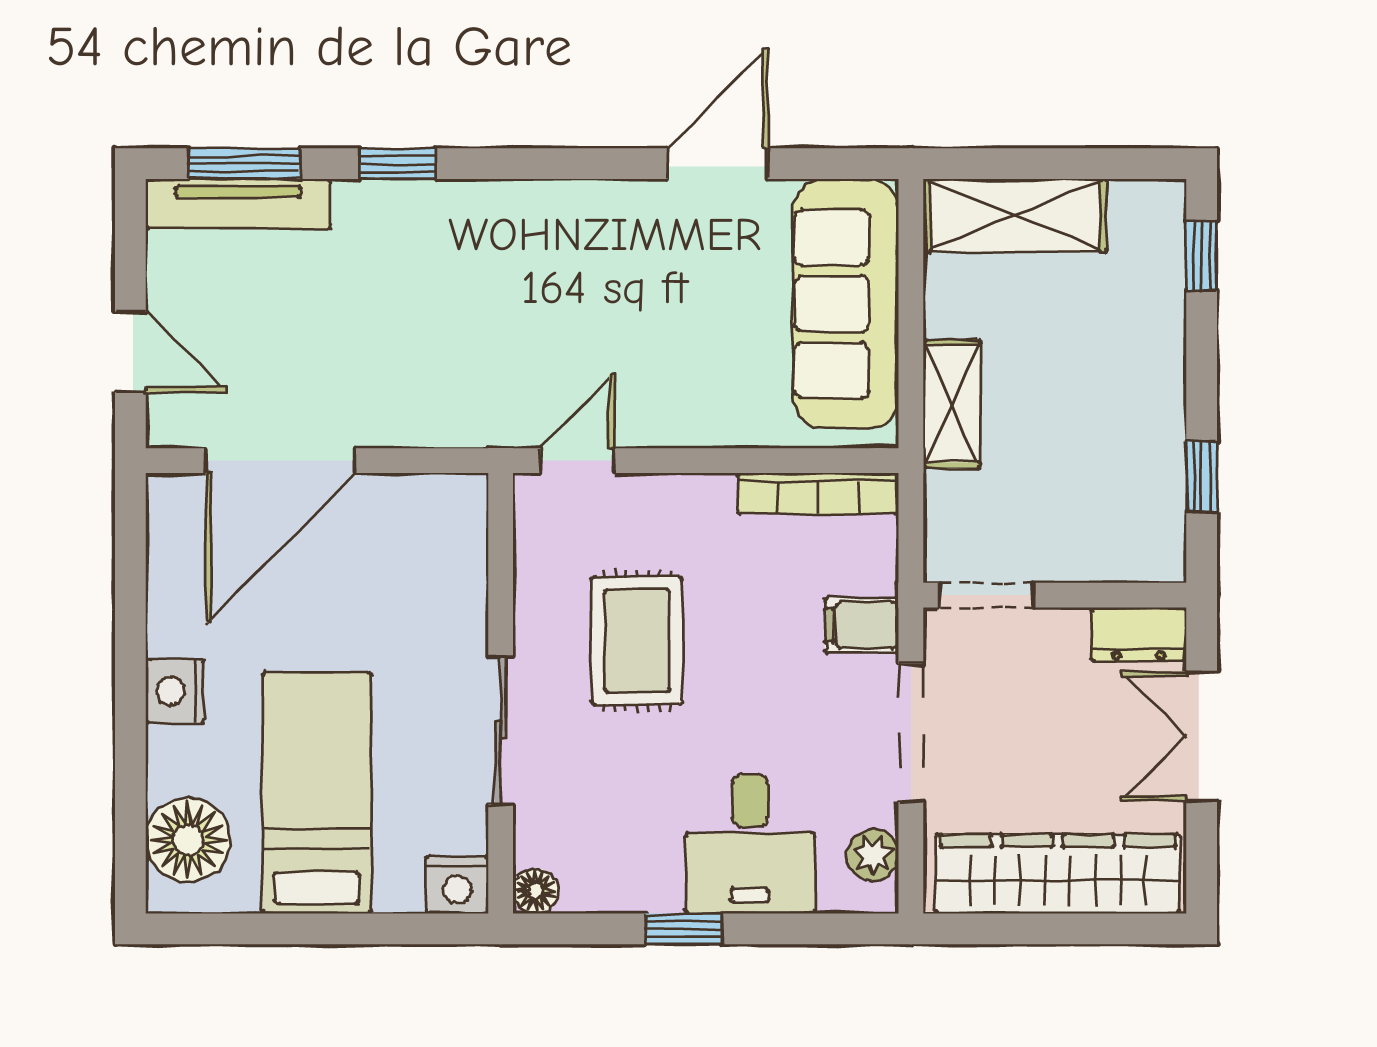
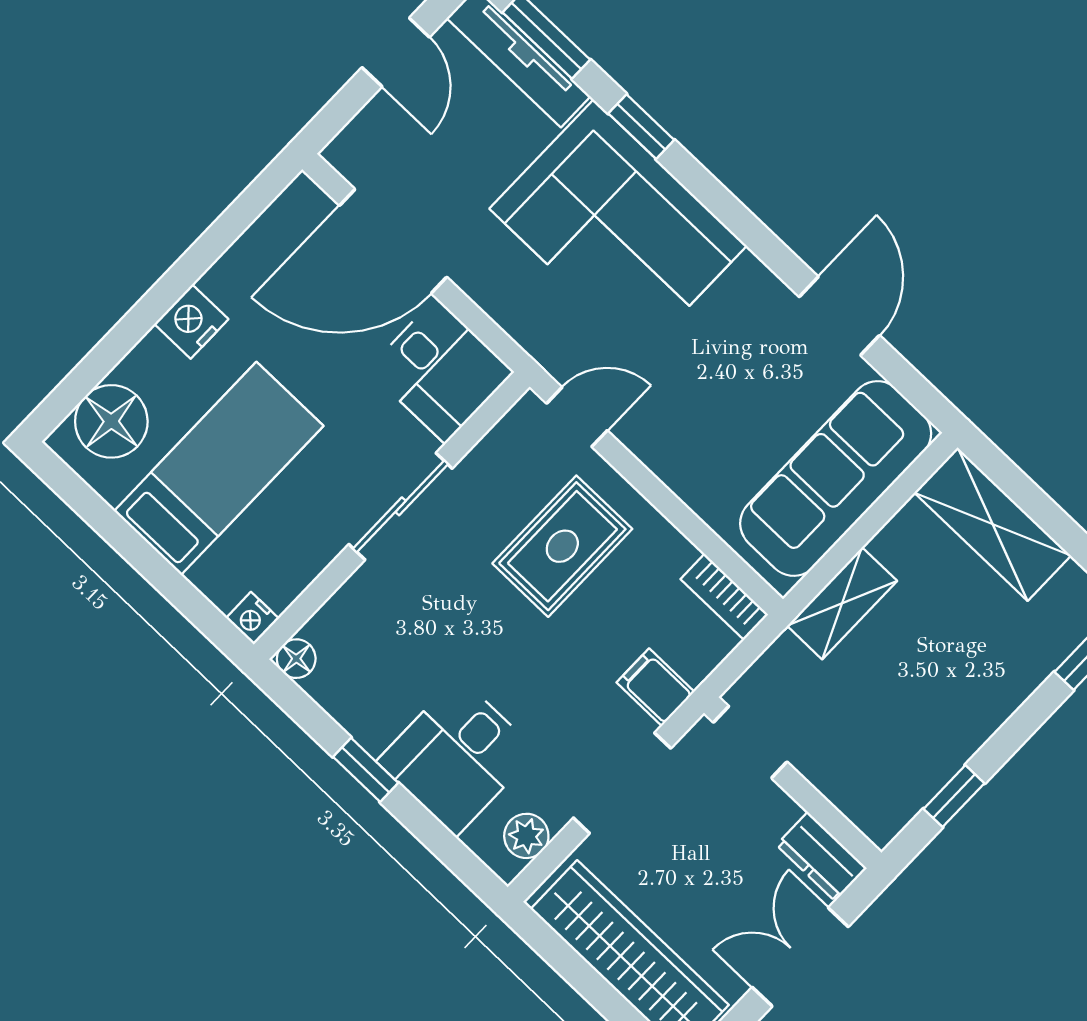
door: (718, 164) -> (839, 316), hinge flipped
corner sofa: (459, 267) -> (618, 227), added
door: (130, 352) -> (396, 52), moved
bookcase: (818, 493) -> (724, 597), width x0.64
desk: (425, 531) -> (441, 371), added
rug: (637, 641) -> (562, 546), moved
sliding door: (501, 730) -> (400, 506), moved
nightstand: (457, 885) -> (252, 618), width x0.72, depth x0.74

